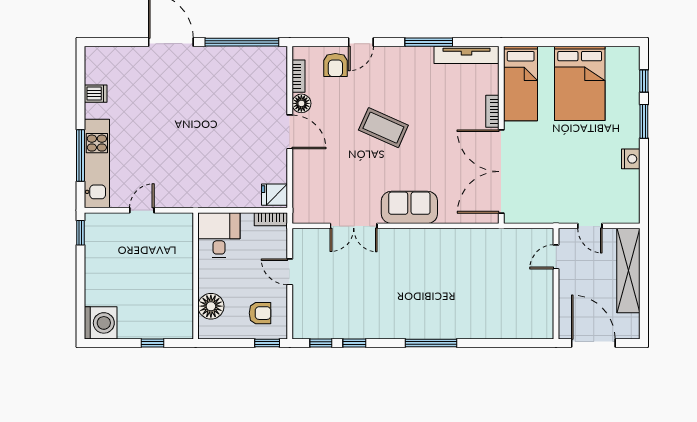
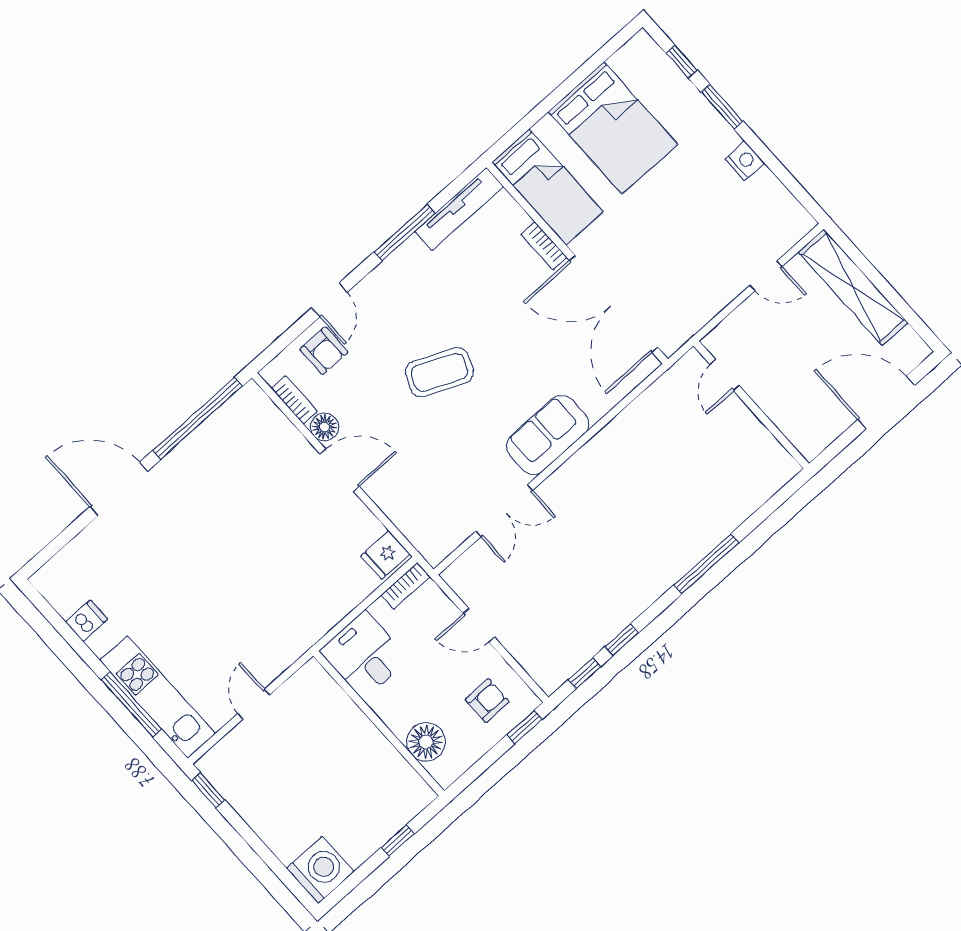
door: (556, 257) -> (724, 375), moved
wall: (556, 284) -> (751, 405), moved

